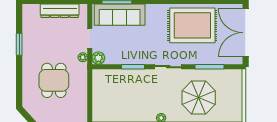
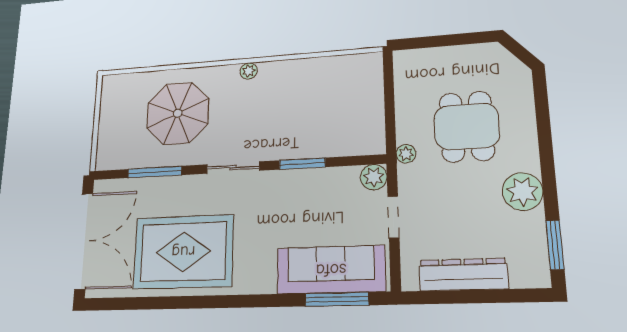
window: (19, 44) -> (555, 245), moved
plant: (31, 48) -> (523, 192), added
plant: (83, 57) -> (406, 154), moved

